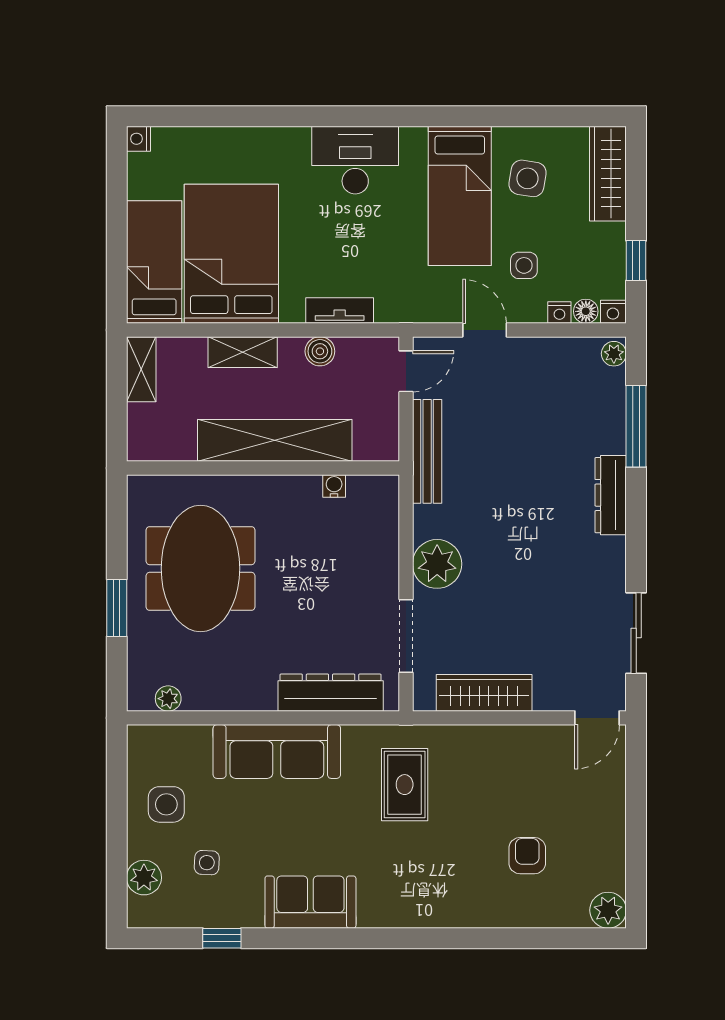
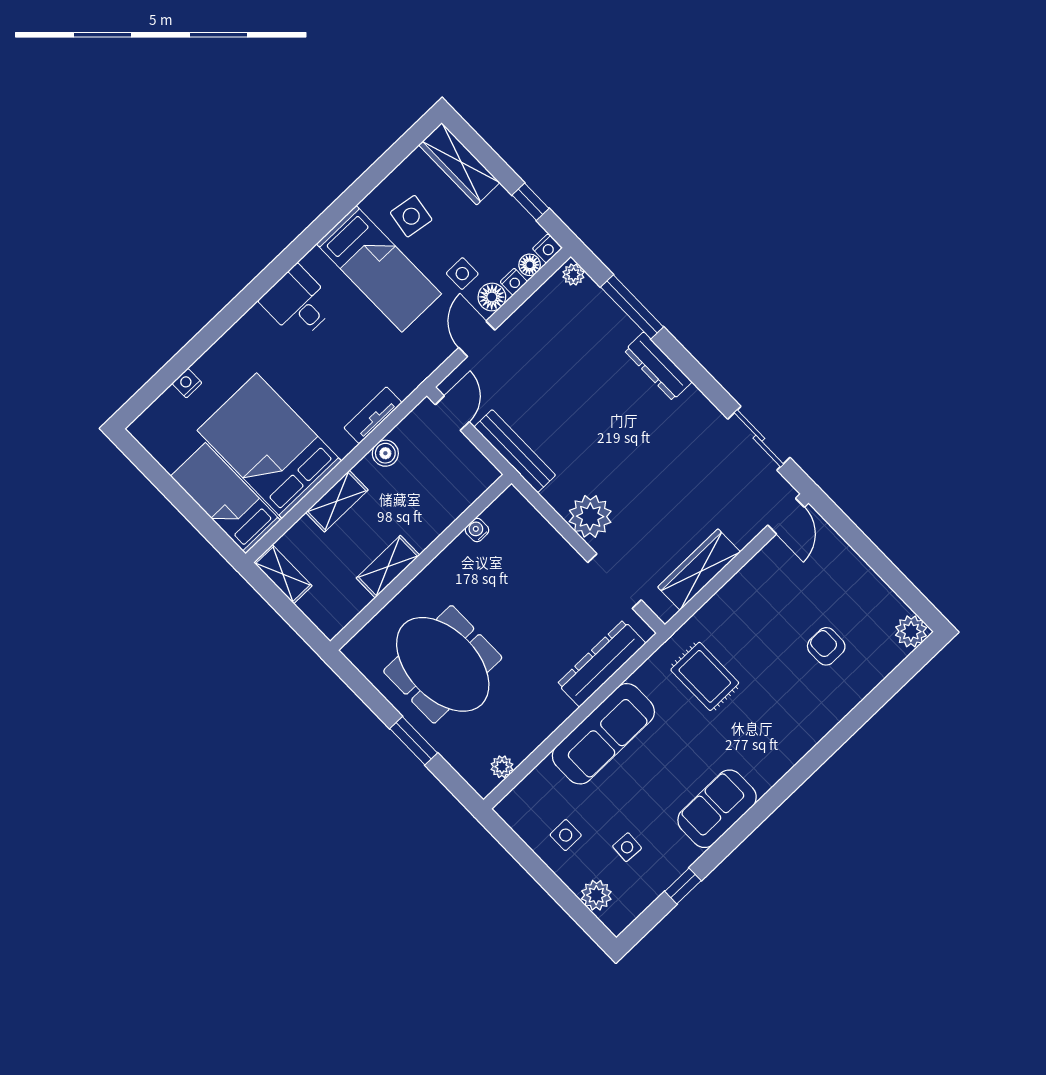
nightstand: (138, 139) -> (187, 383), moved, turned 90
desk: (355, 160) -> (298, 303), width x0.73
floor lamp: (530, 308) -> (492, 297), added
door: (485, 330) -> (477, 339), hinge flipped
shelving: (275, 440) -> (388, 567), width x0.45, depth x0.75
side table: (166, 804) -> (566, 835), width x0.73, depth x0.73

